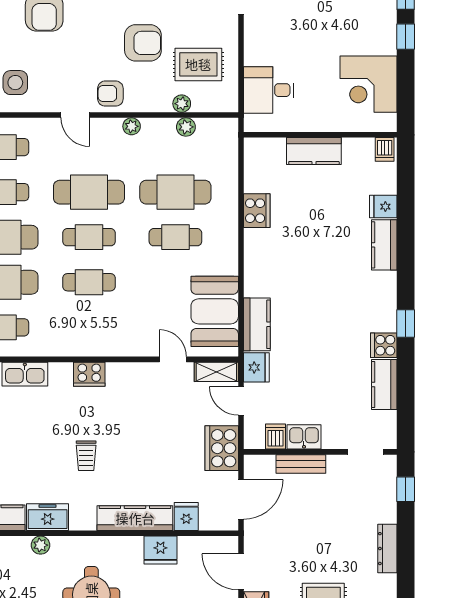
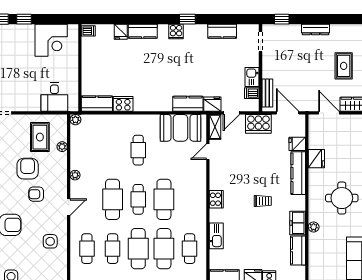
armchair: (110, 94) -> (36, 194), moved, turned 90
plant: (186, 127) -> (75, 120), moved
kitchen counter: (314, 151) -> (97, 104), moved, turned -90
cafe table: (175, 192) -> (113, 150), removed
cafe table: (89, 282) -> (164, 199), width x1.37, depth x1.35
cooker: (384, 345) -> (176, 32), moved
bench: (301, 464) -> (267, 93), moved
door: (241, 572) -> (329, 113), swing flipped

